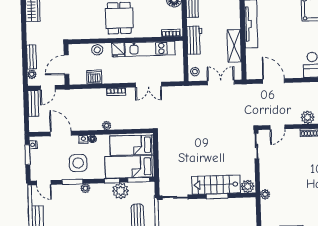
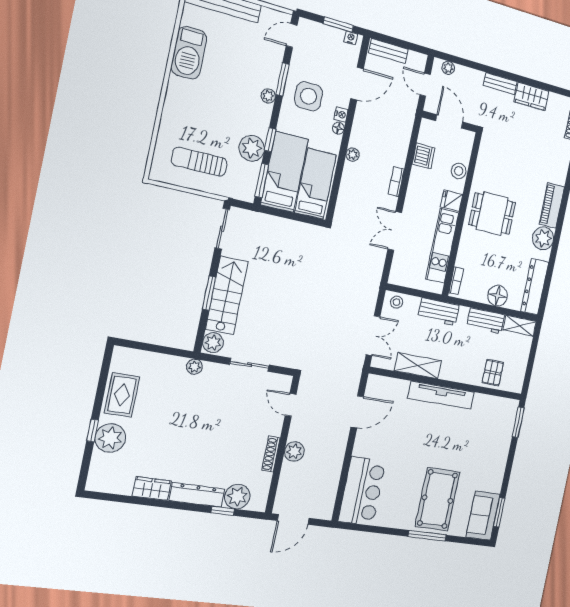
bench: (32, 57) -> (500, 83), moved
bench: (33, 103) -> (388, 51), moved
sliding door: (256, 146) -> (249, 365), moved

